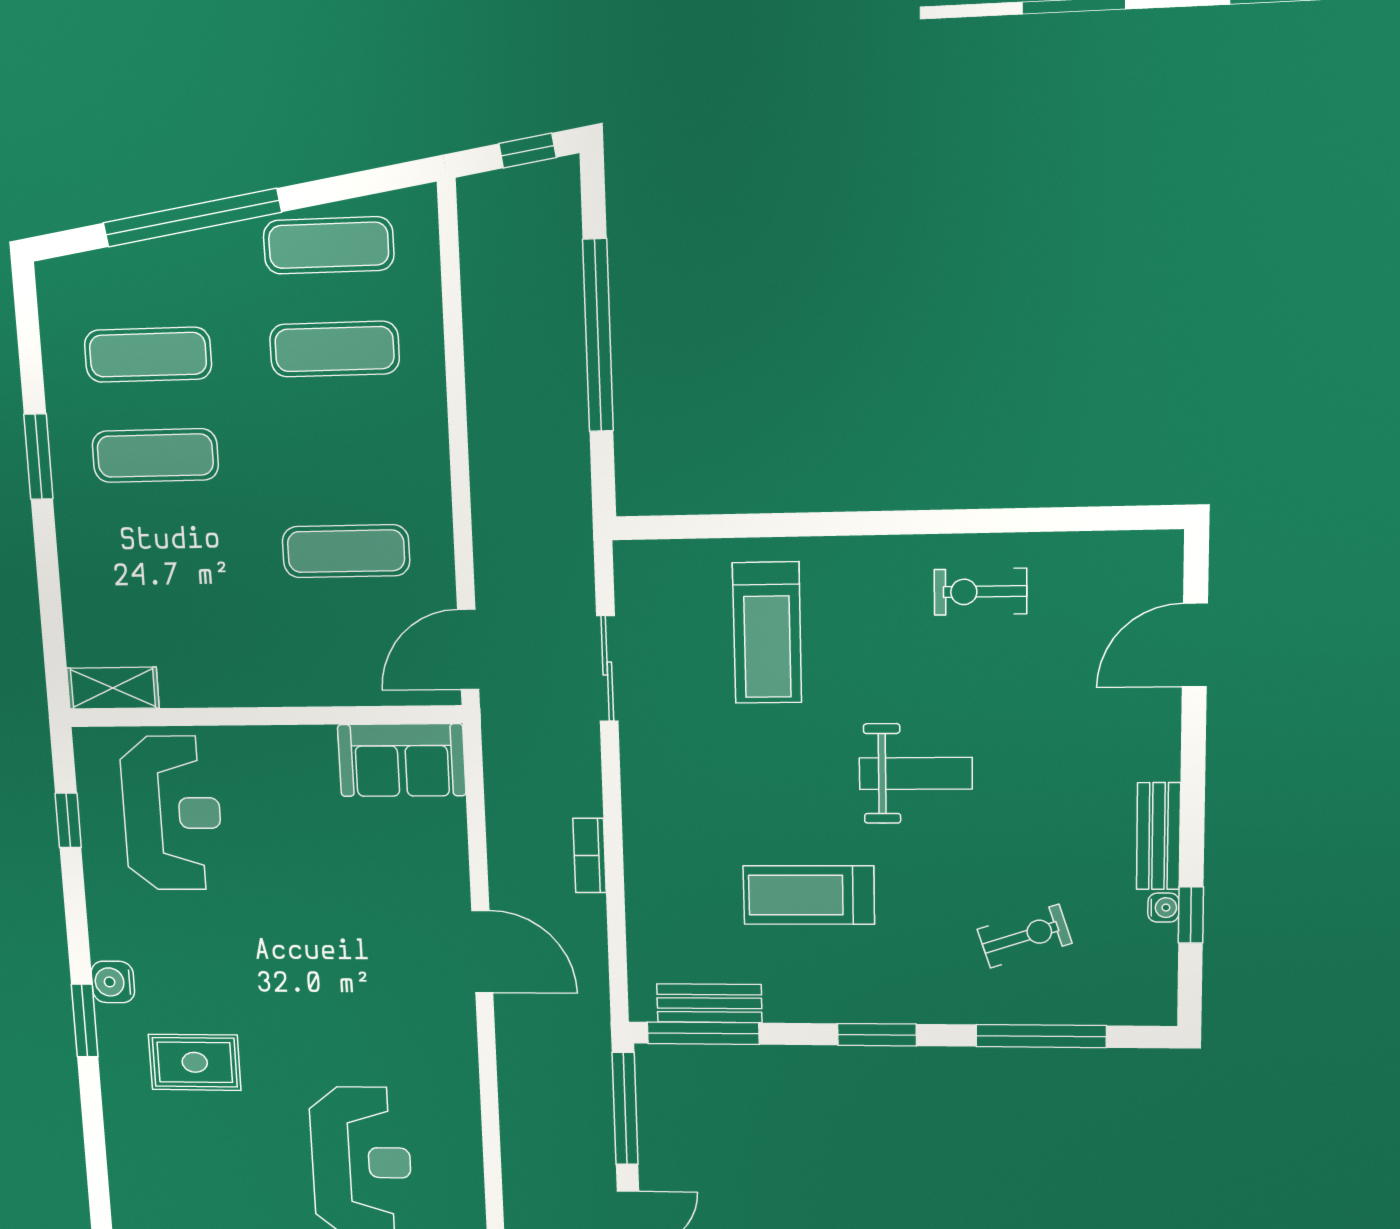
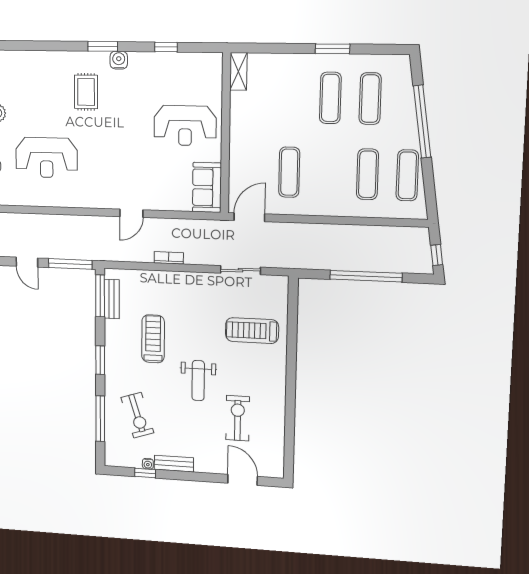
exercise bike: (980, 592) -> (238, 418), moved, width x1.38, depth x1.39
door: (468, 650) -> (249, 217), hinge flipped
reception desk: (172, 813) -> (185, 126), moved
window: (68, 820) -> (166, 47), moved
exercise bike: (1025, 936) -> (137, 415), width x1.38, depth x1.39
door: (482, 952) -> (131, 213), width x0.73

